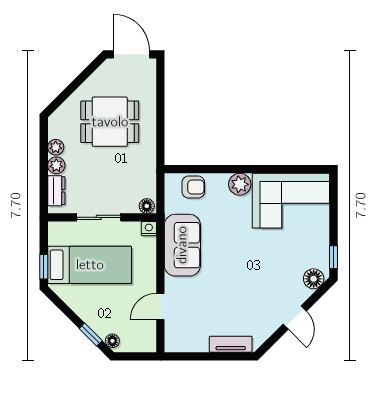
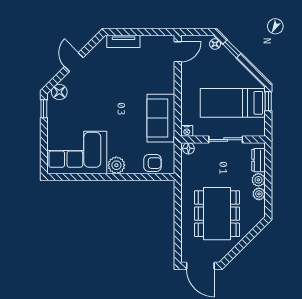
dining table: (110, 122) -> (217, 214), width x1.37
armchair: (193, 187) -> (152, 163), turned 180
door: (160, 306) -> (178, 52), moved

